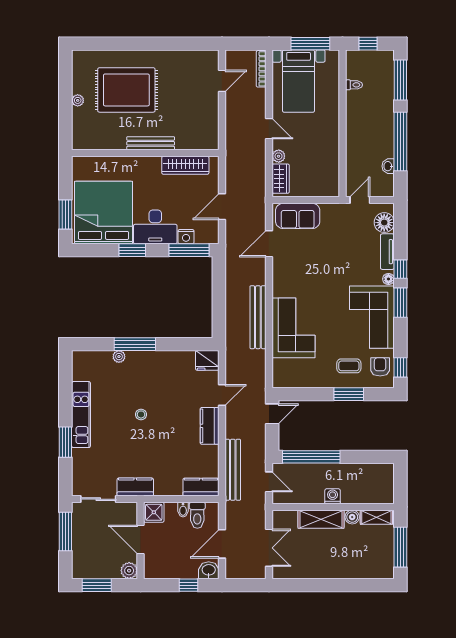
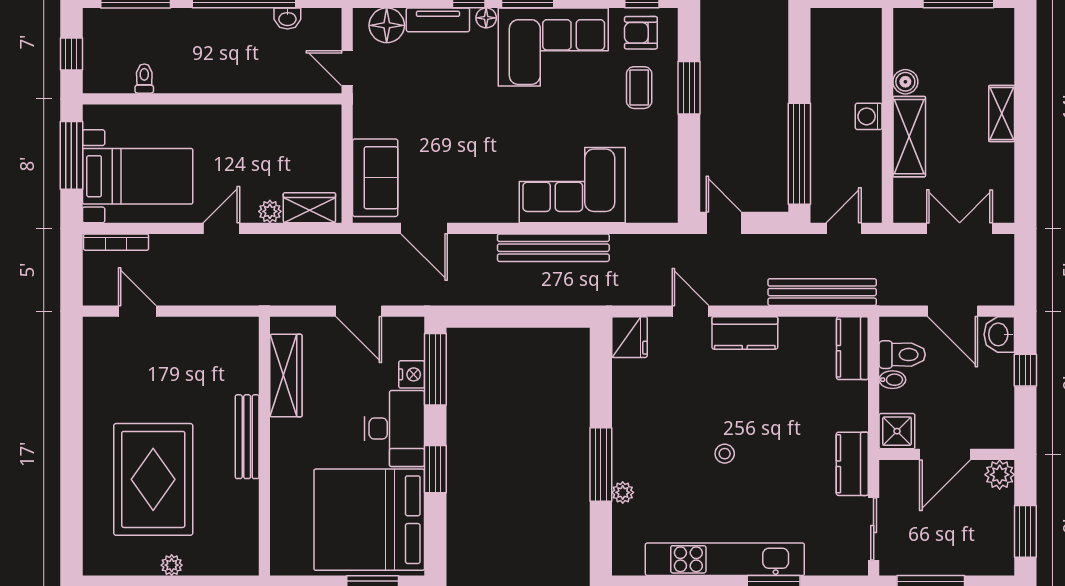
kitchen unit: (81, 415) -> (725, 559), width x1.36
shelving: (376, 517) -> (1002, 113), moved

